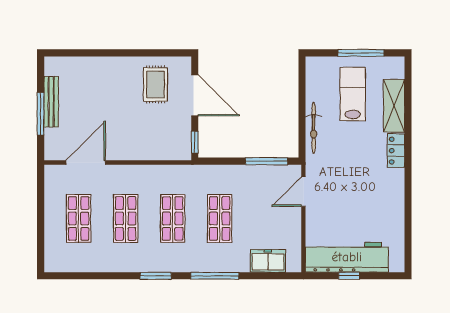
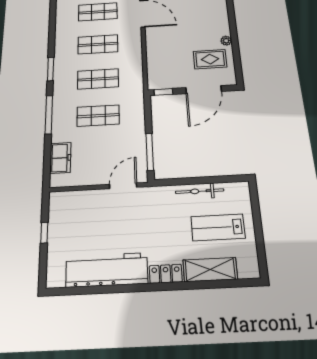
window: (361, 53) -> (259, 233), removed
plant: (132, 63) -> (226, 41), added
lab bench: (353, 94) -> (218, 227), turned 180
bicycle: (314, 128) -> (200, 191), moved
door: (303, 192) -> (123, 186), hinge flipped
workbench: (347, 257) -> (107, 270), moved, turned -90

